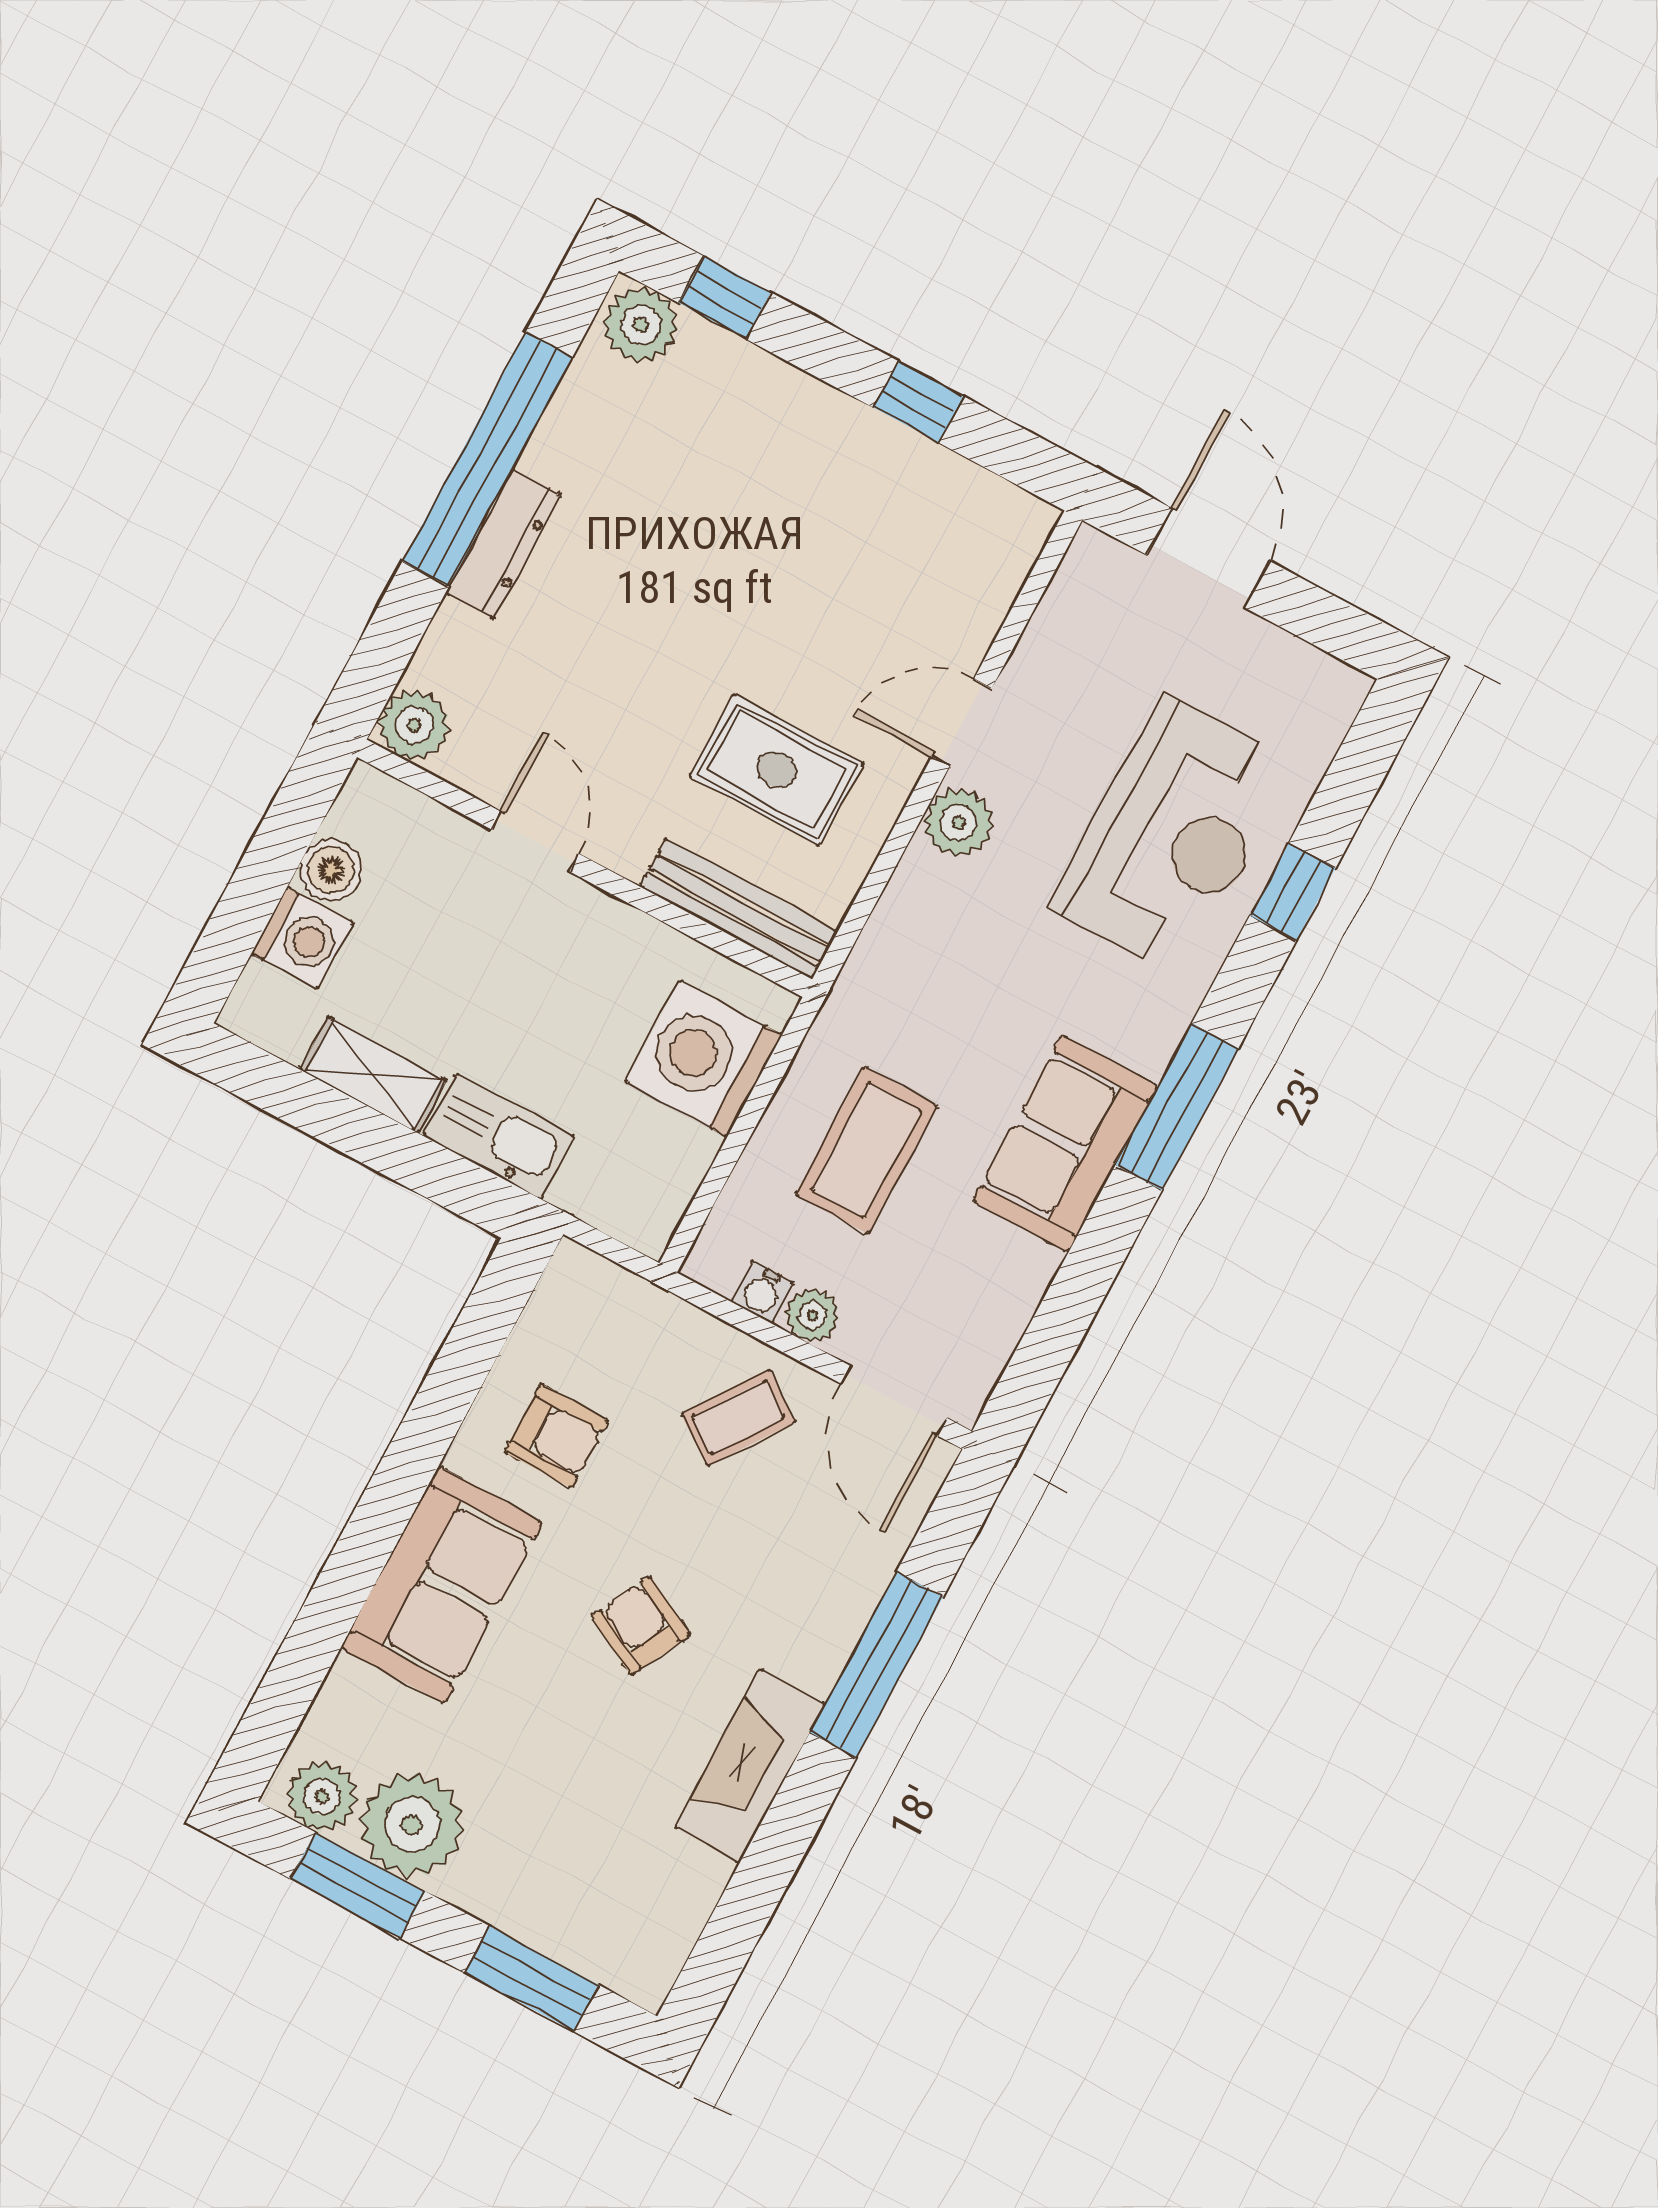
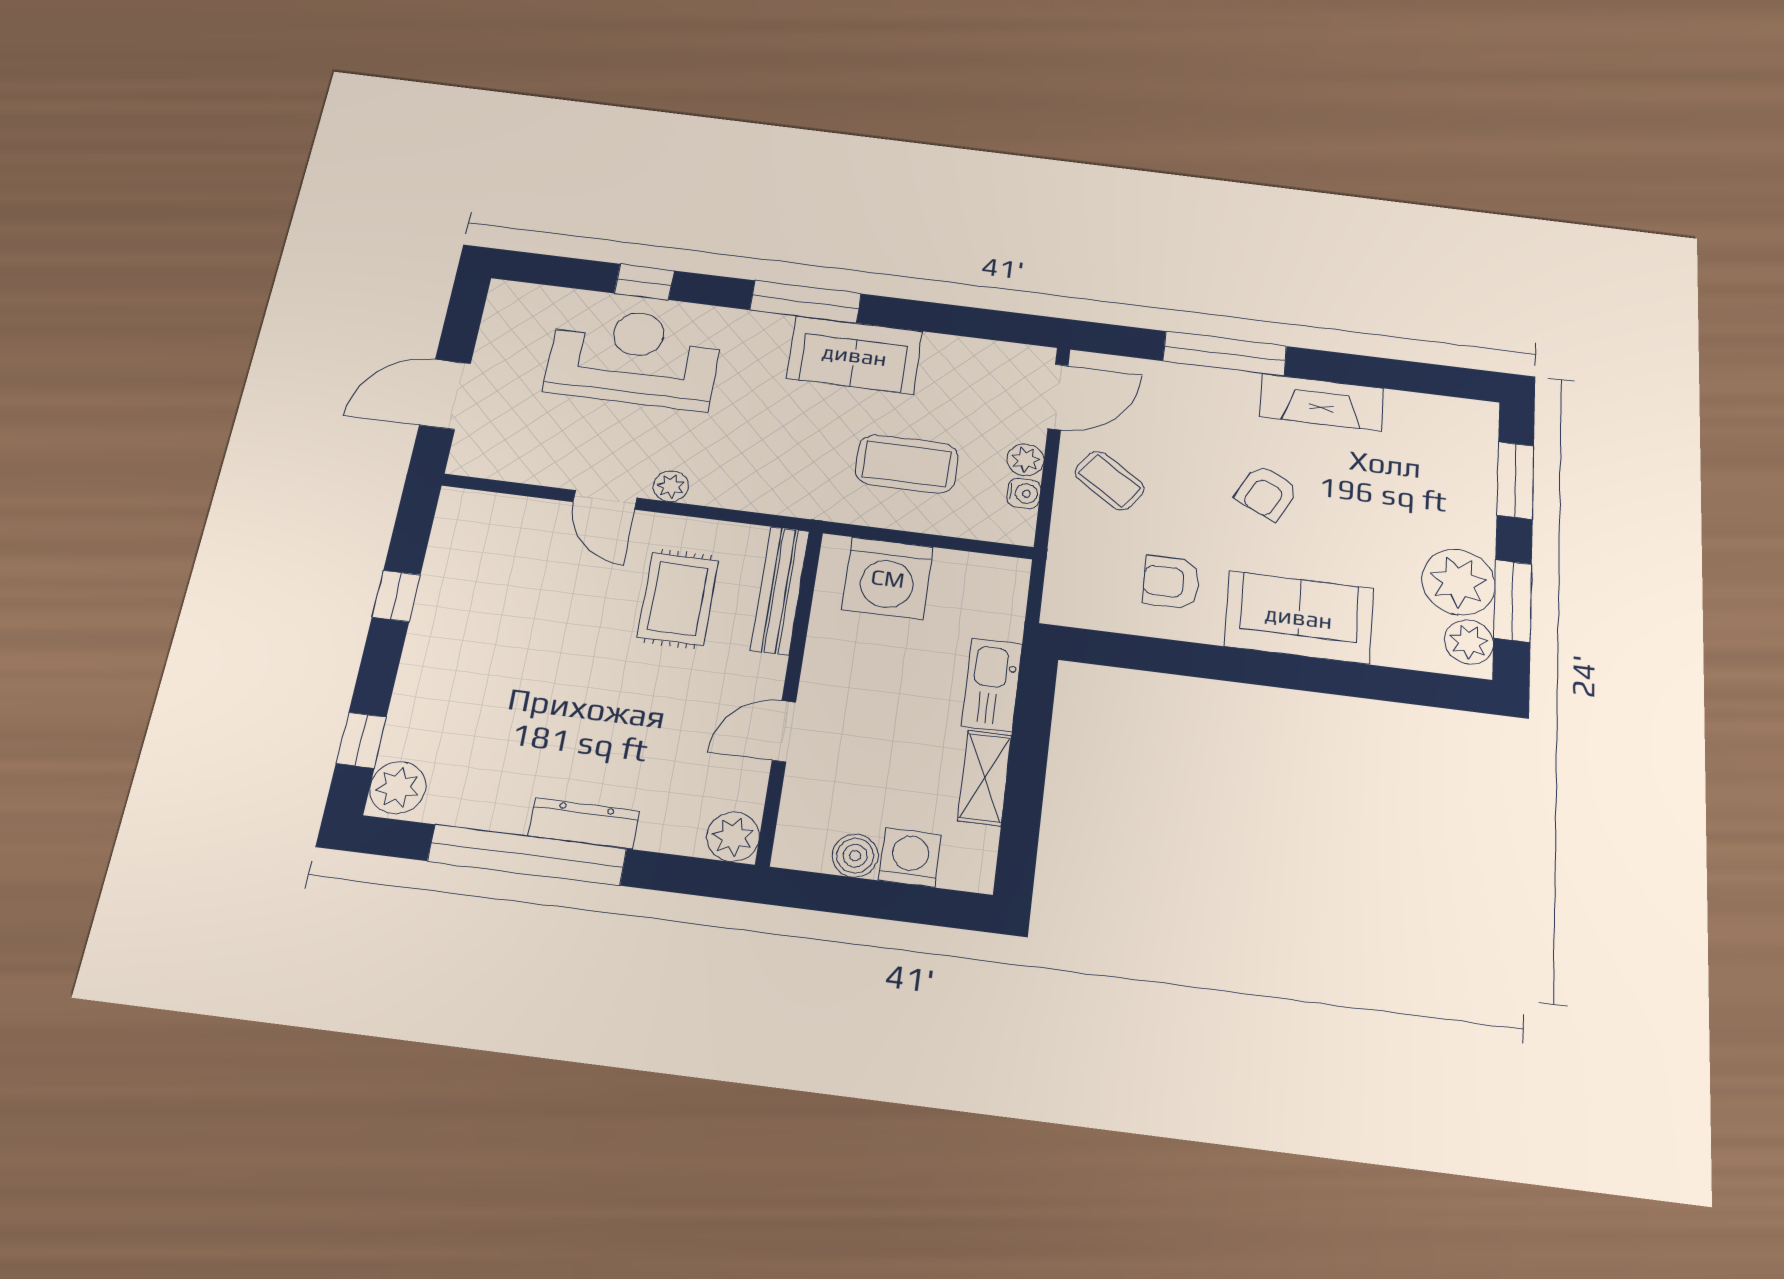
plant: (958, 822) -> (671, 486), width x0.73, depth x0.73
armchair: (557, 1436) -> (1171, 582), turned -90

